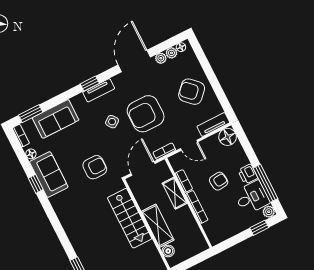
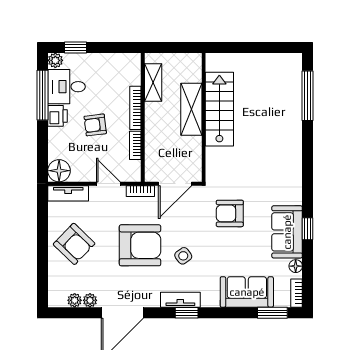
floor lamp: (181, 47) -> (60, 301), removed
shelving: (175, 193) -> (153, 83), moved
stairs: (130, 218) -> (219, 109), moved
boiler: (168, 251) -> (194, 74), removed

